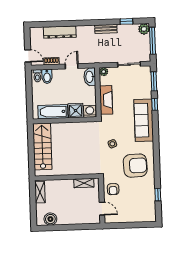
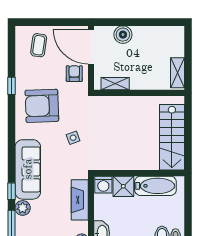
plant: (146, 93) -> (23, 208), added
window: (158, 195) -> (11, 86), moved
coffee table: (139, 208) -> (39, 45), added
door: (102, 209) -> (91, 47), width x1.87
boiler: (50, 219) -> (123, 35), moved

